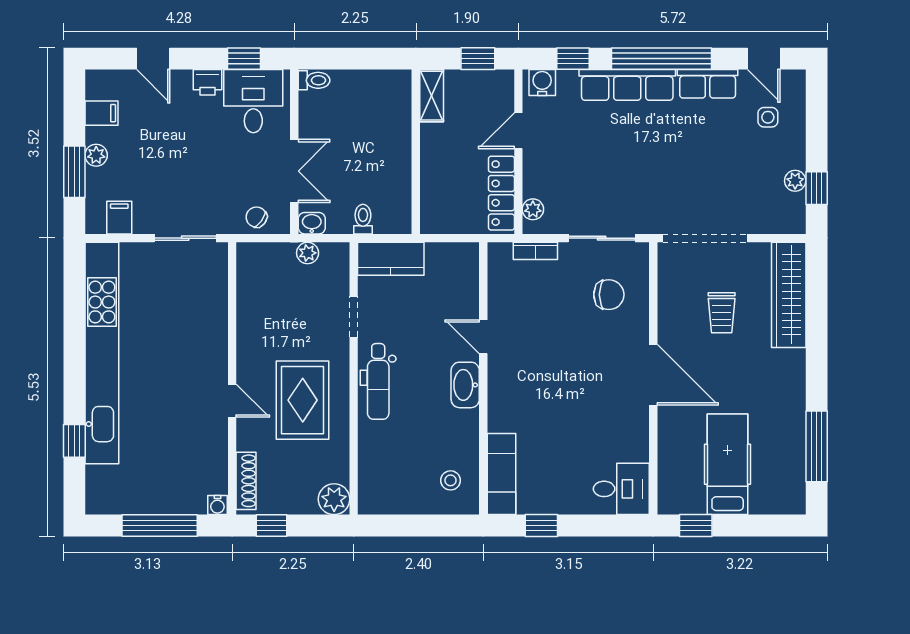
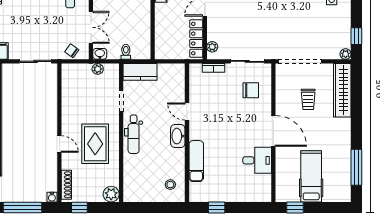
plant: (795, 181) -> (346, 54), moved
exam couch: (501, 474) -> (196, 161), moved
desk: (621, 489) -> (257, 160), moved

